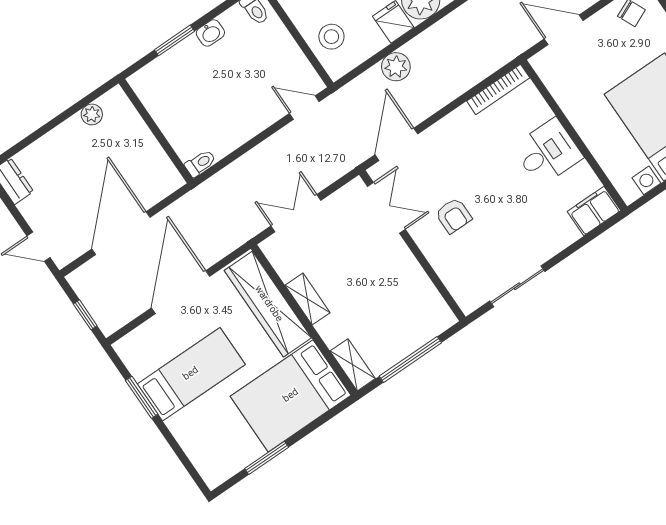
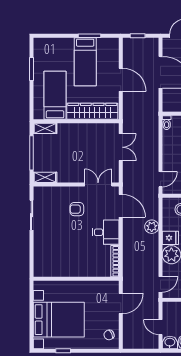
desk: (548, 152) -> (106, 232), moved, turned -90
double door: (386, 208) -> (98, 185), swing flipped
filing cabinet: (594, 211) -> (40, 266), removed
door: (181, 292) -> (121, 80), width x0.73
shelving: (308, 299) -> (45, 177), moved
bed: (291, 396) -> (55, 95), width x0.67

